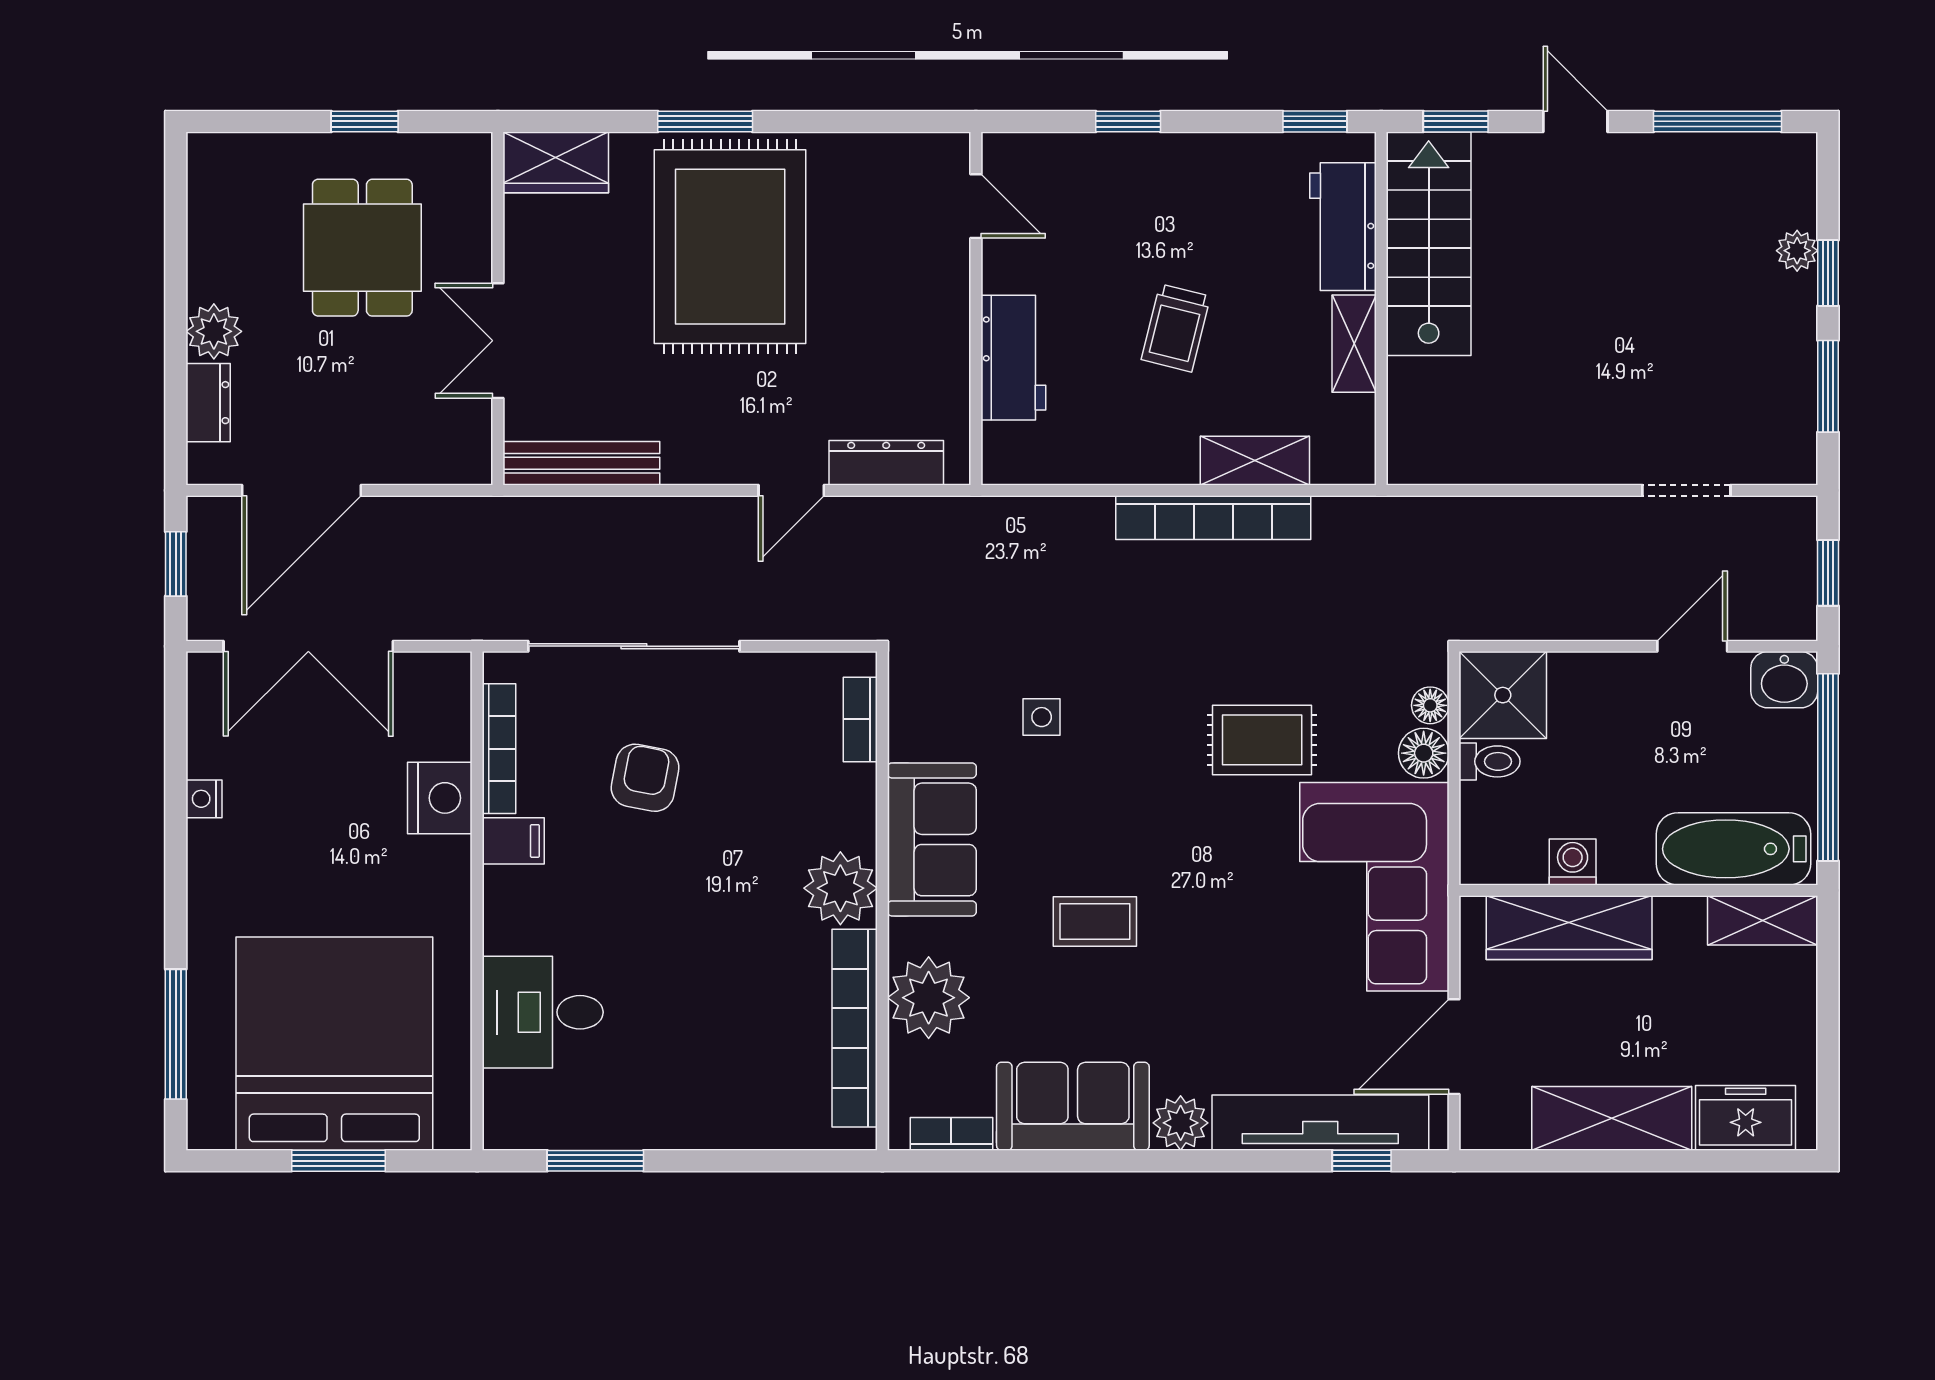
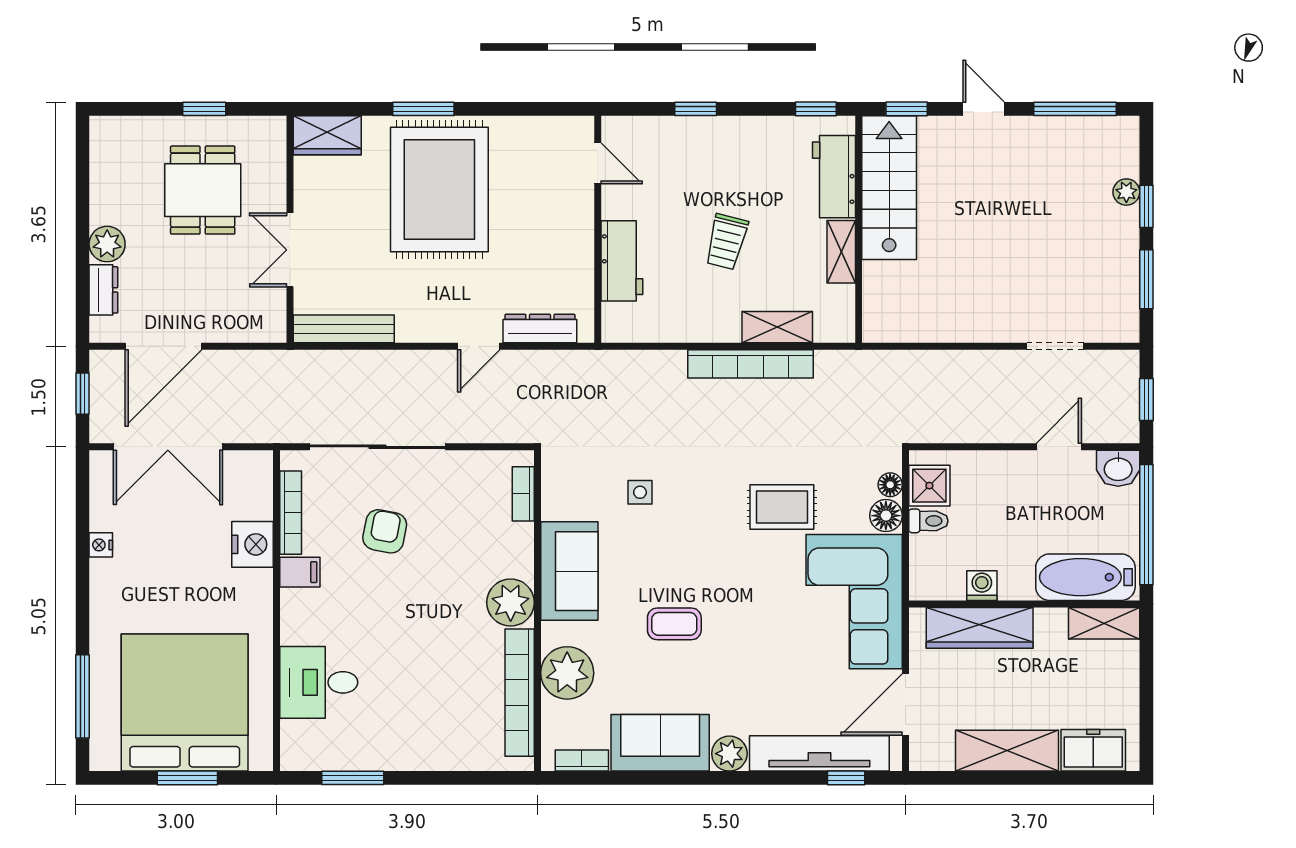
shower: (1503, 695) -> (929, 486), width x0.73, depth x0.73

